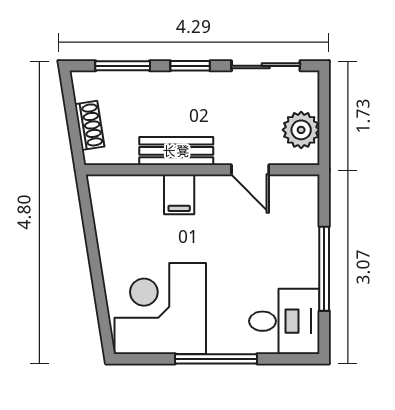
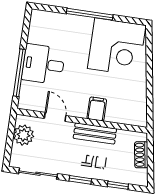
window: (123, 66) -> (118, 185), width x0.67
window: (324, 269) -> (19, 73), moved
desk: (284, 321) -> (43, 64), moved

